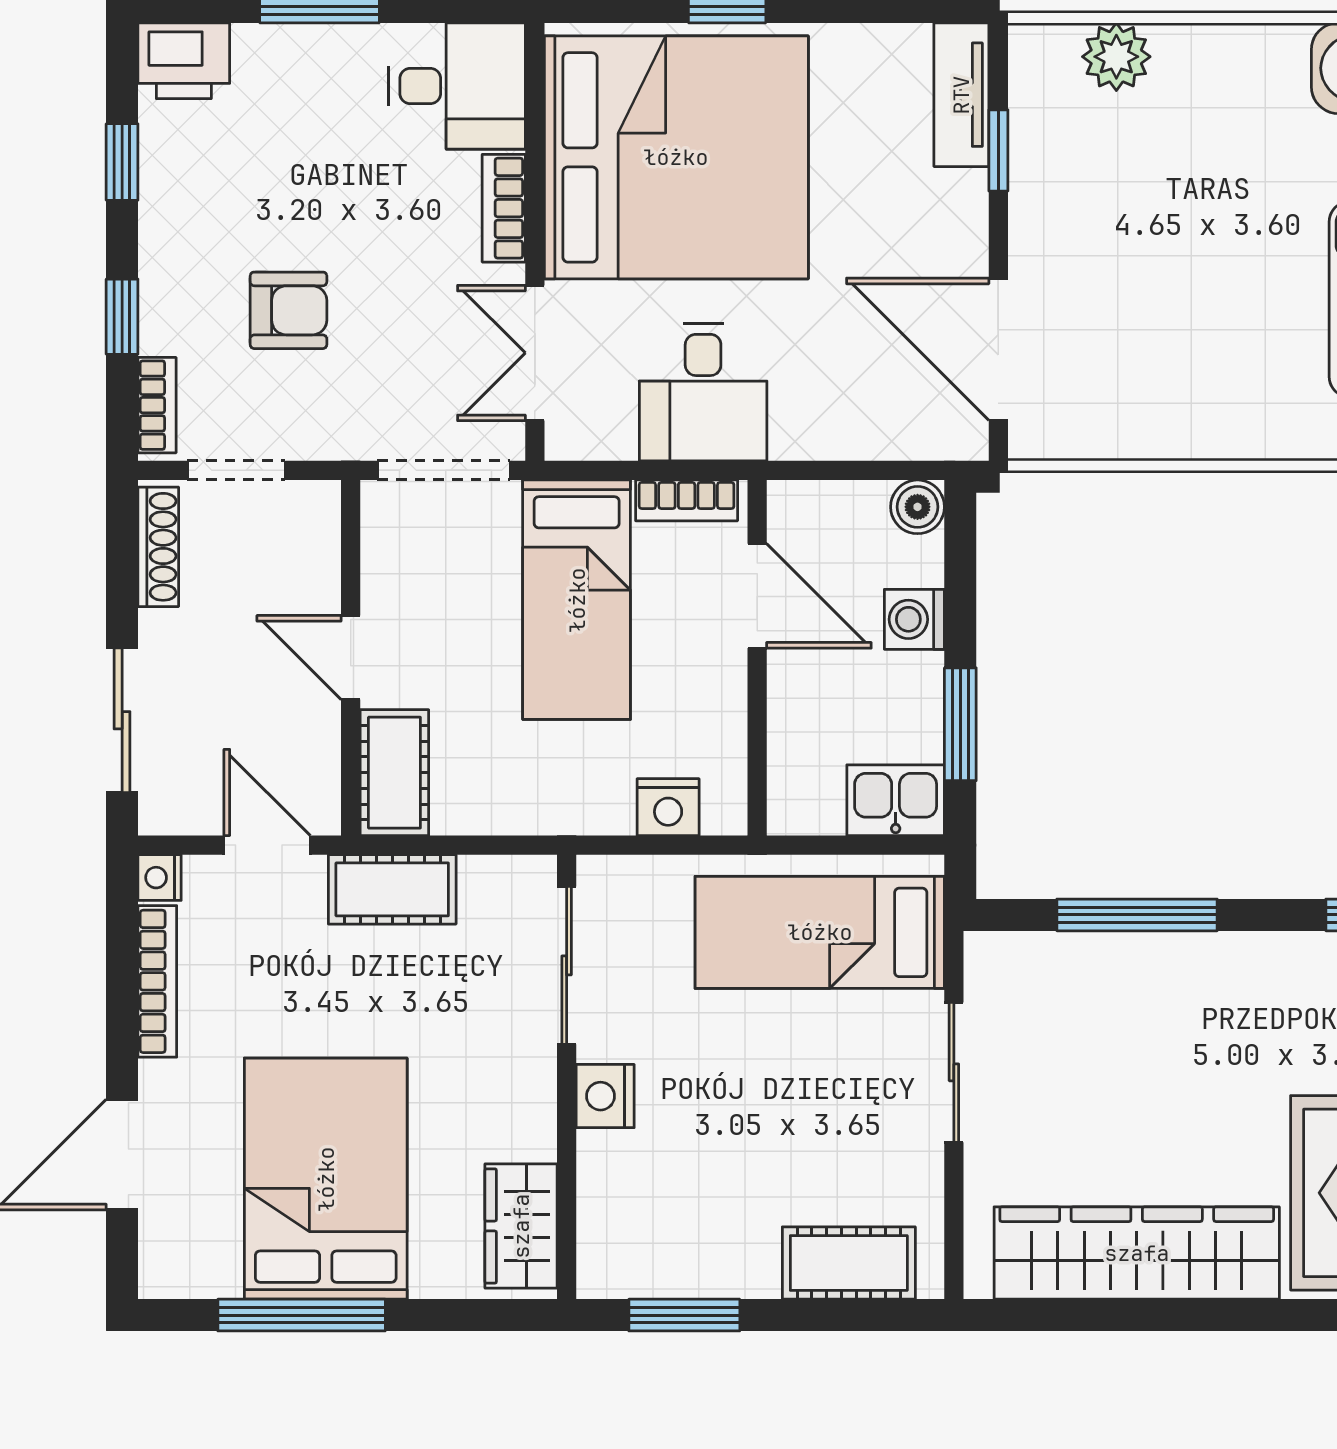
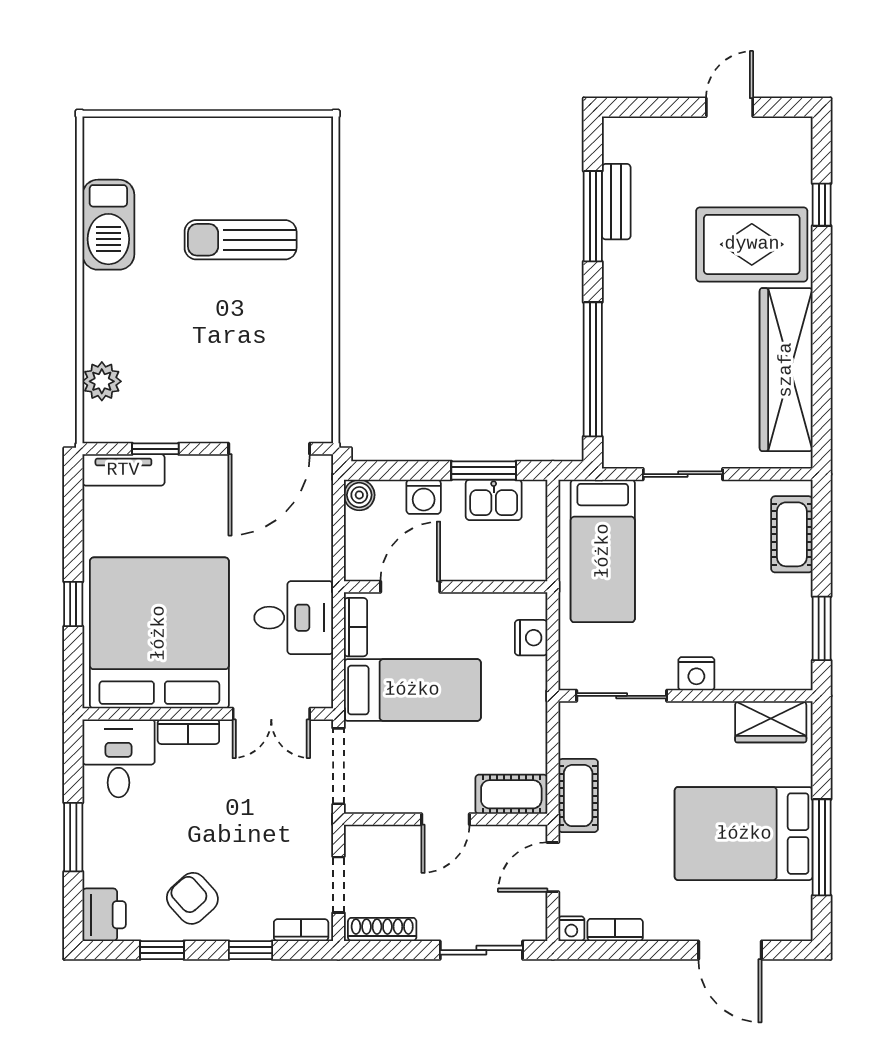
armchair: (289, 310) -> (192, 898), moved, turned -42
kitchen sink: (896, 800) -> (494, 500), moved, turned -90
window: (1137, 915) -> (593, 369), width x1.46
bookcase: (157, 981) -> (615, 930), width x0.64

